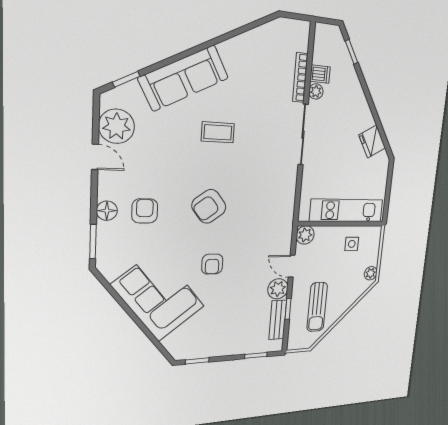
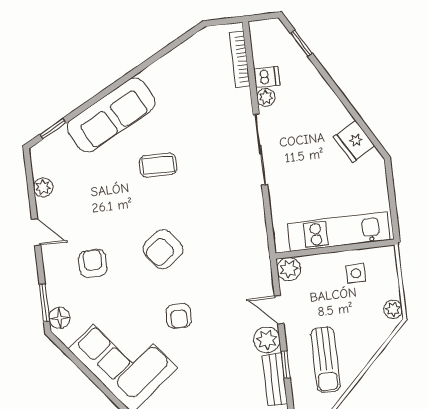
bookcase: (300, 77) -> (240, 59), moved
plant: (117, 126) -> (43, 187), width x0.53, depth x0.53
door: (95, 157) -> (36, 232), moved
floor lamp: (107, 211) -> (59, 318), moved

